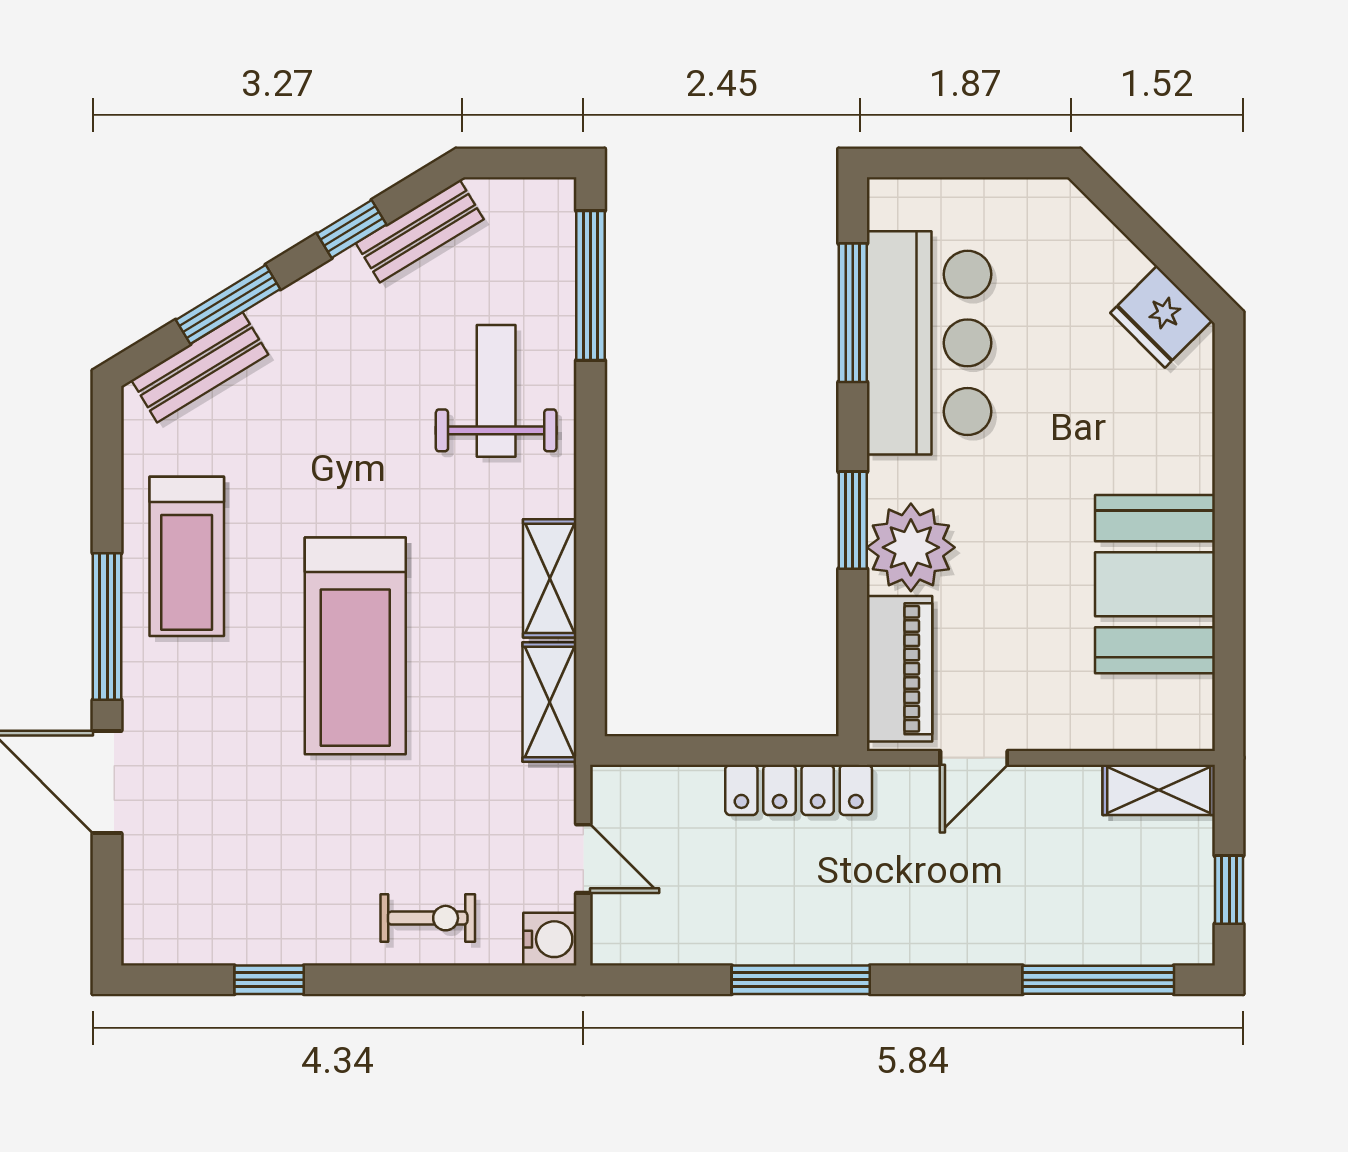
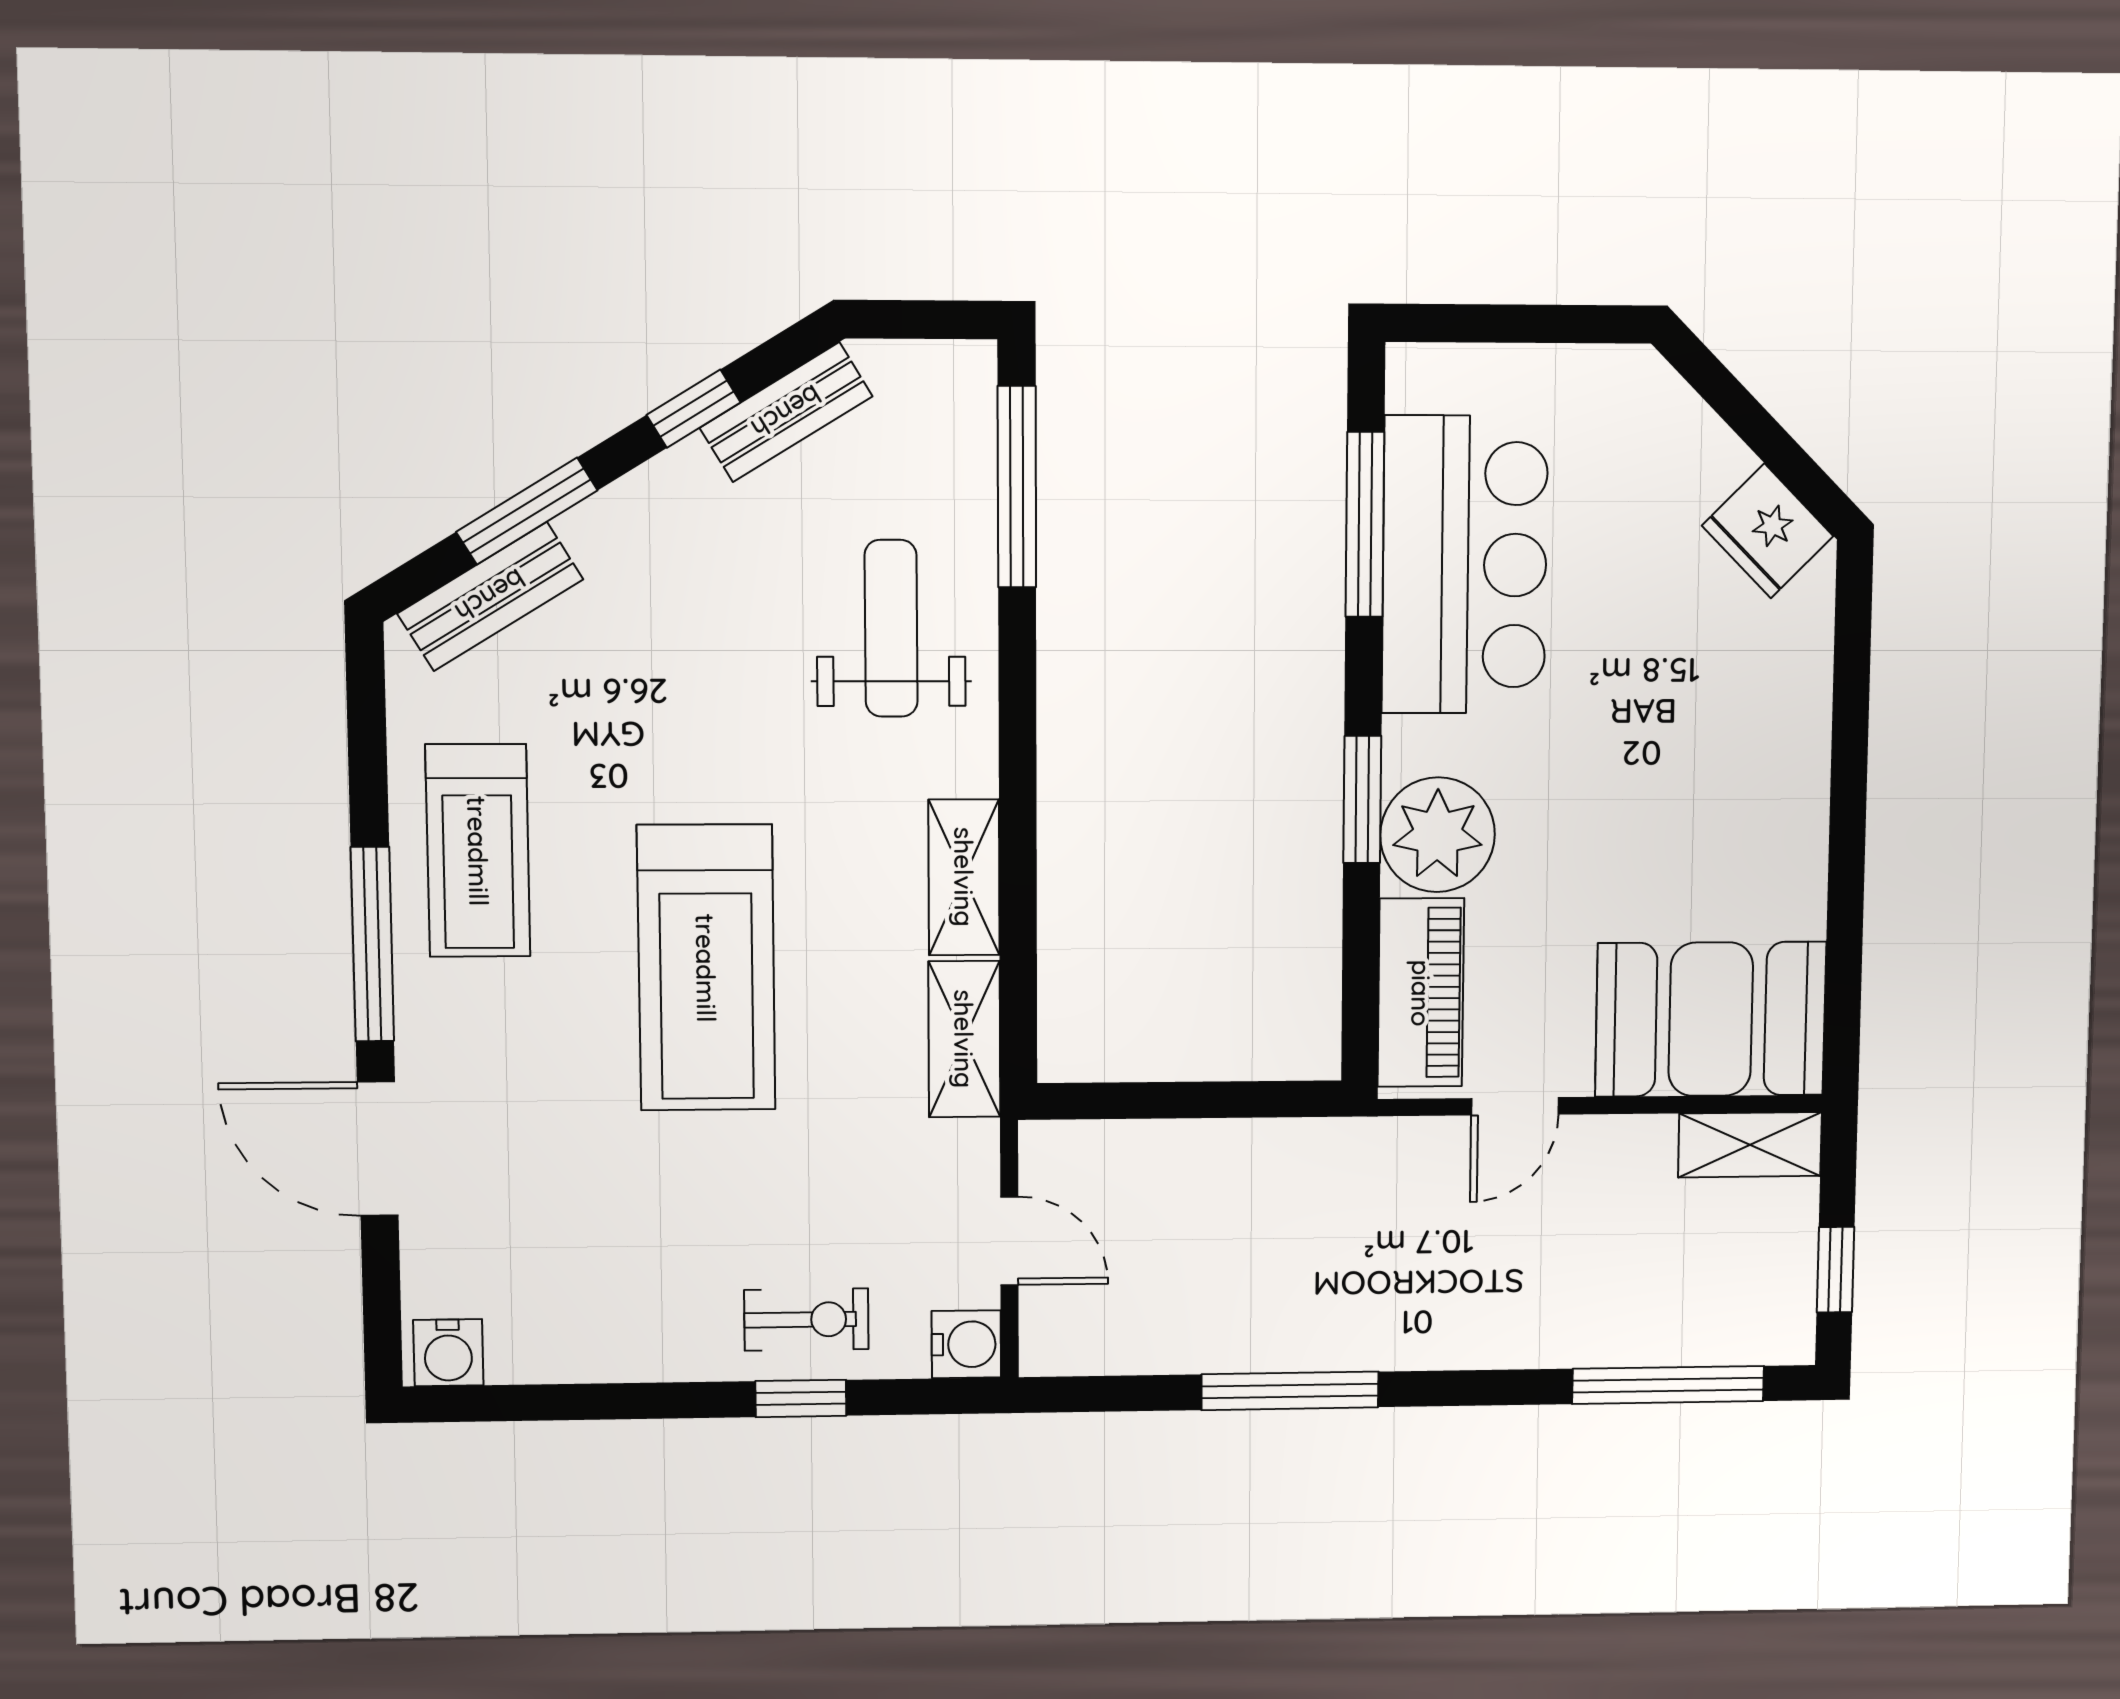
booth: (1155, 584) -> (1711, 1019), moved, turned 90
locker: (799, 790) -> (1289, 1150), removed
water cooler: (156, 940) -> (448, 1353), added
window: (269, 980) -> (801, 1398), moved

